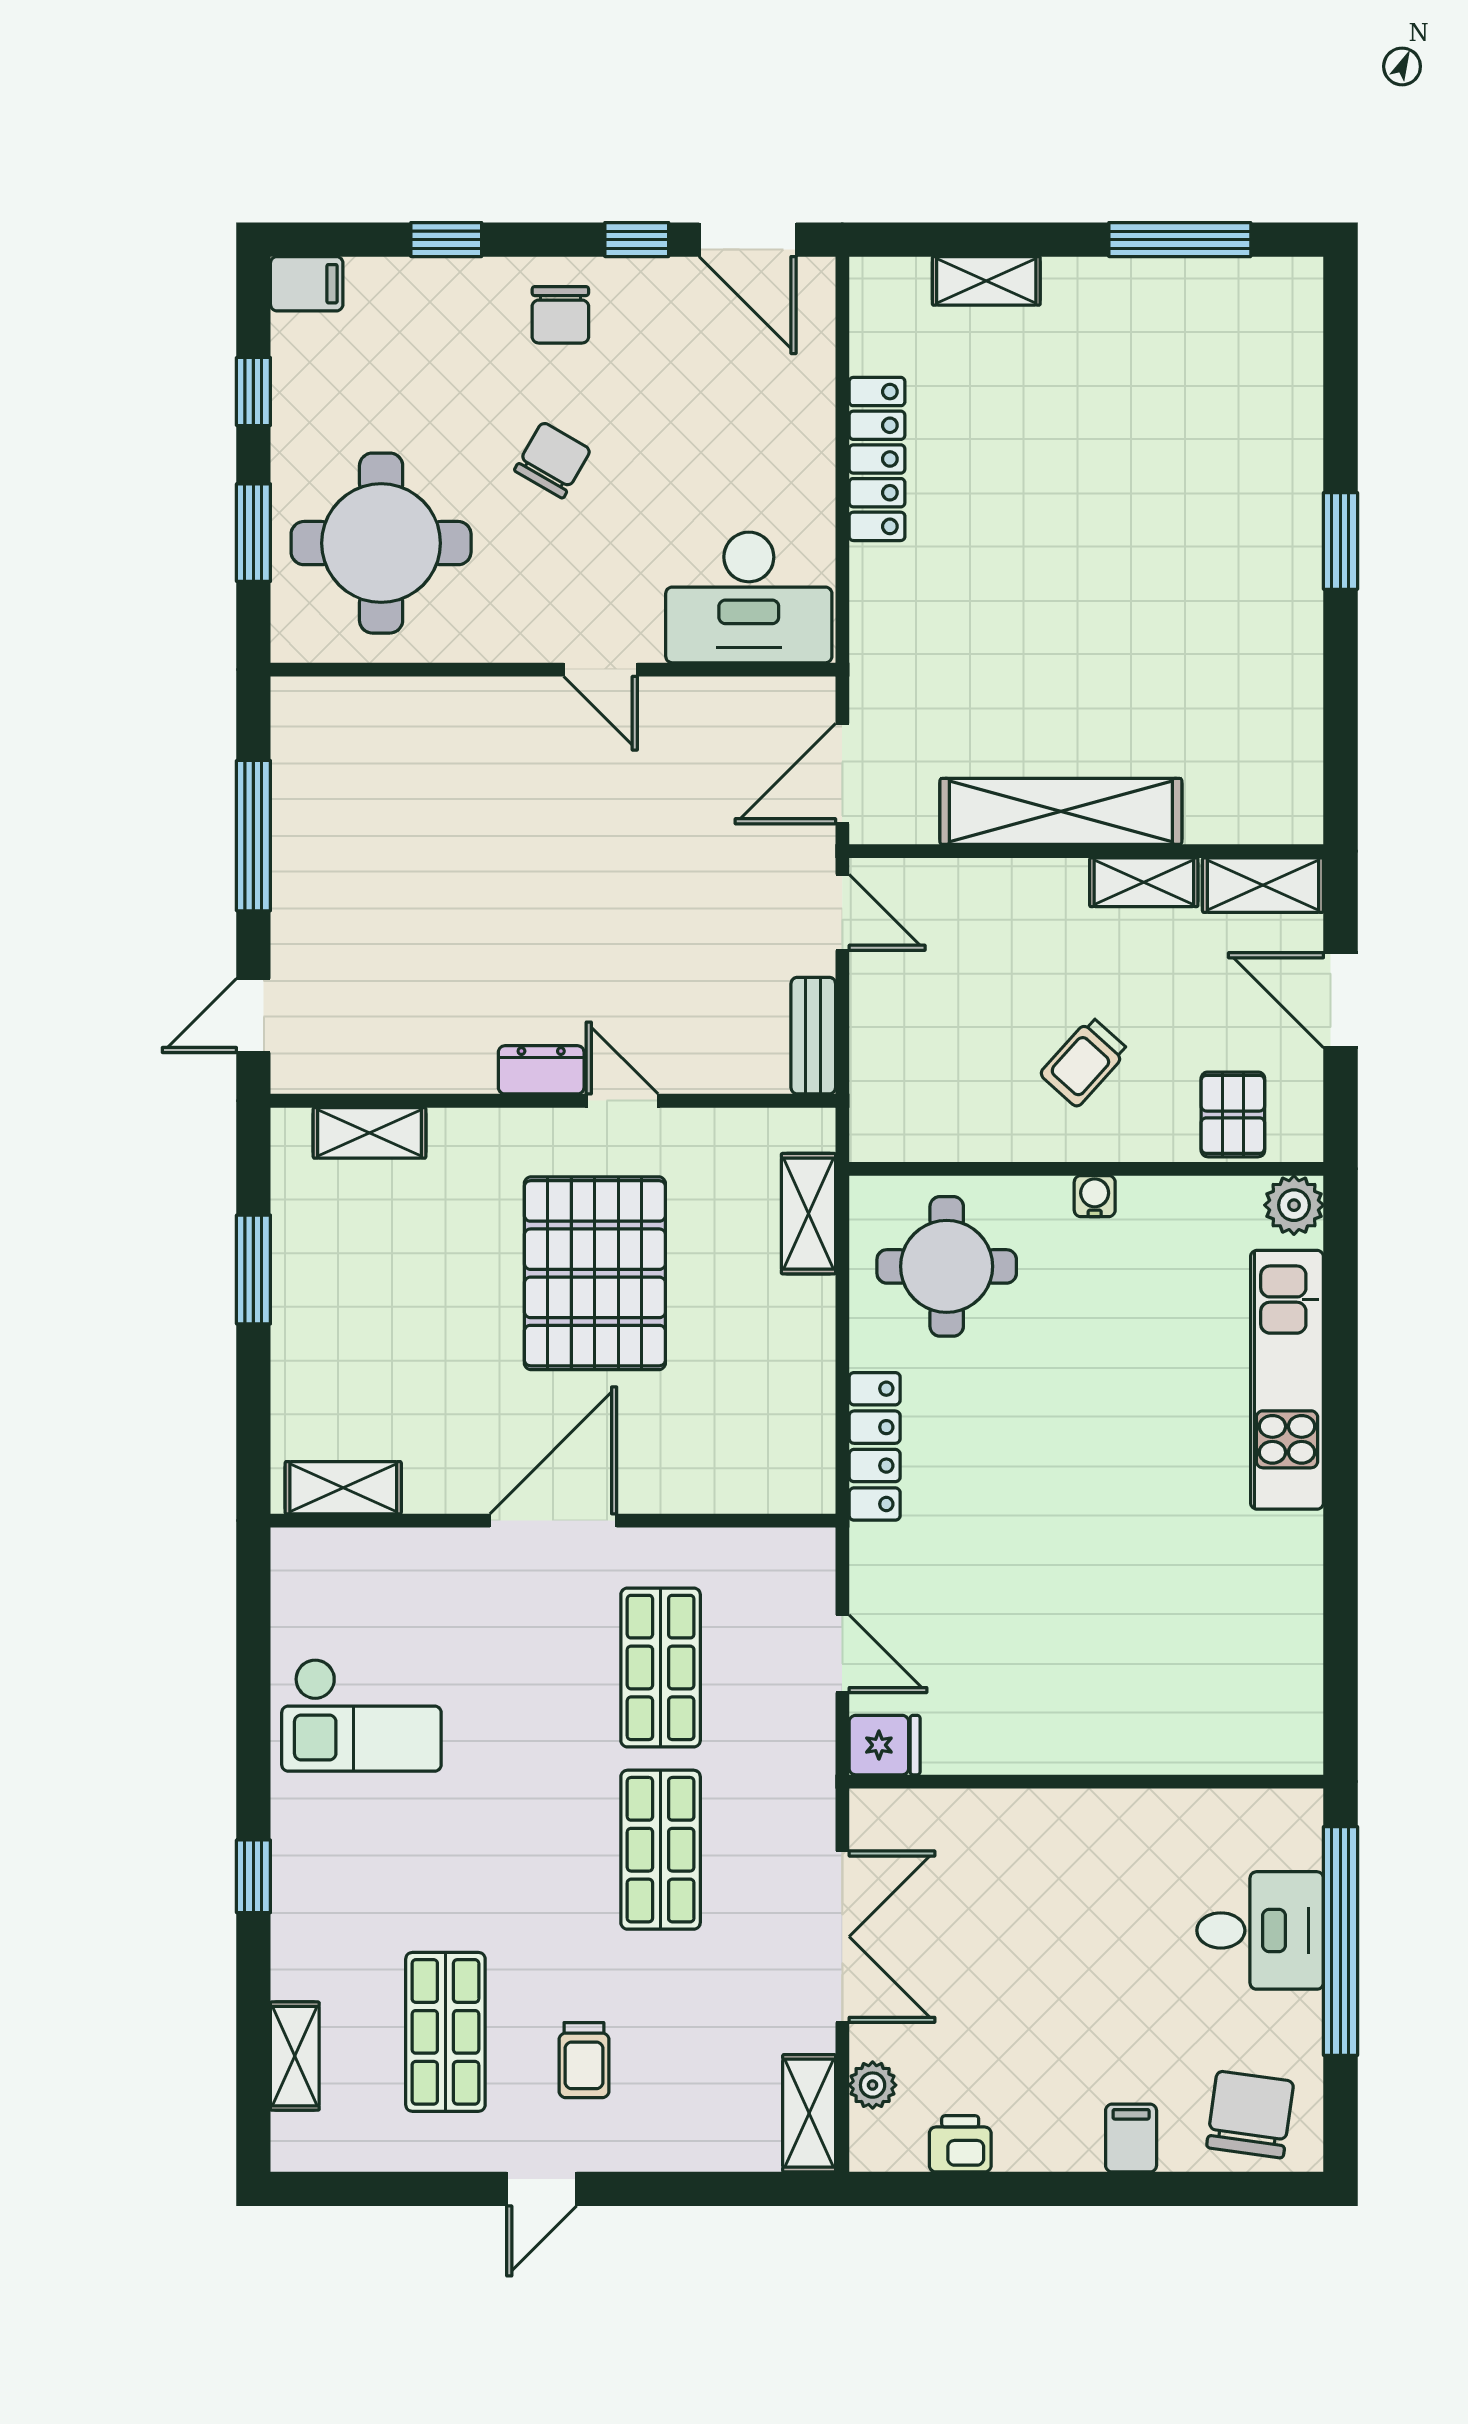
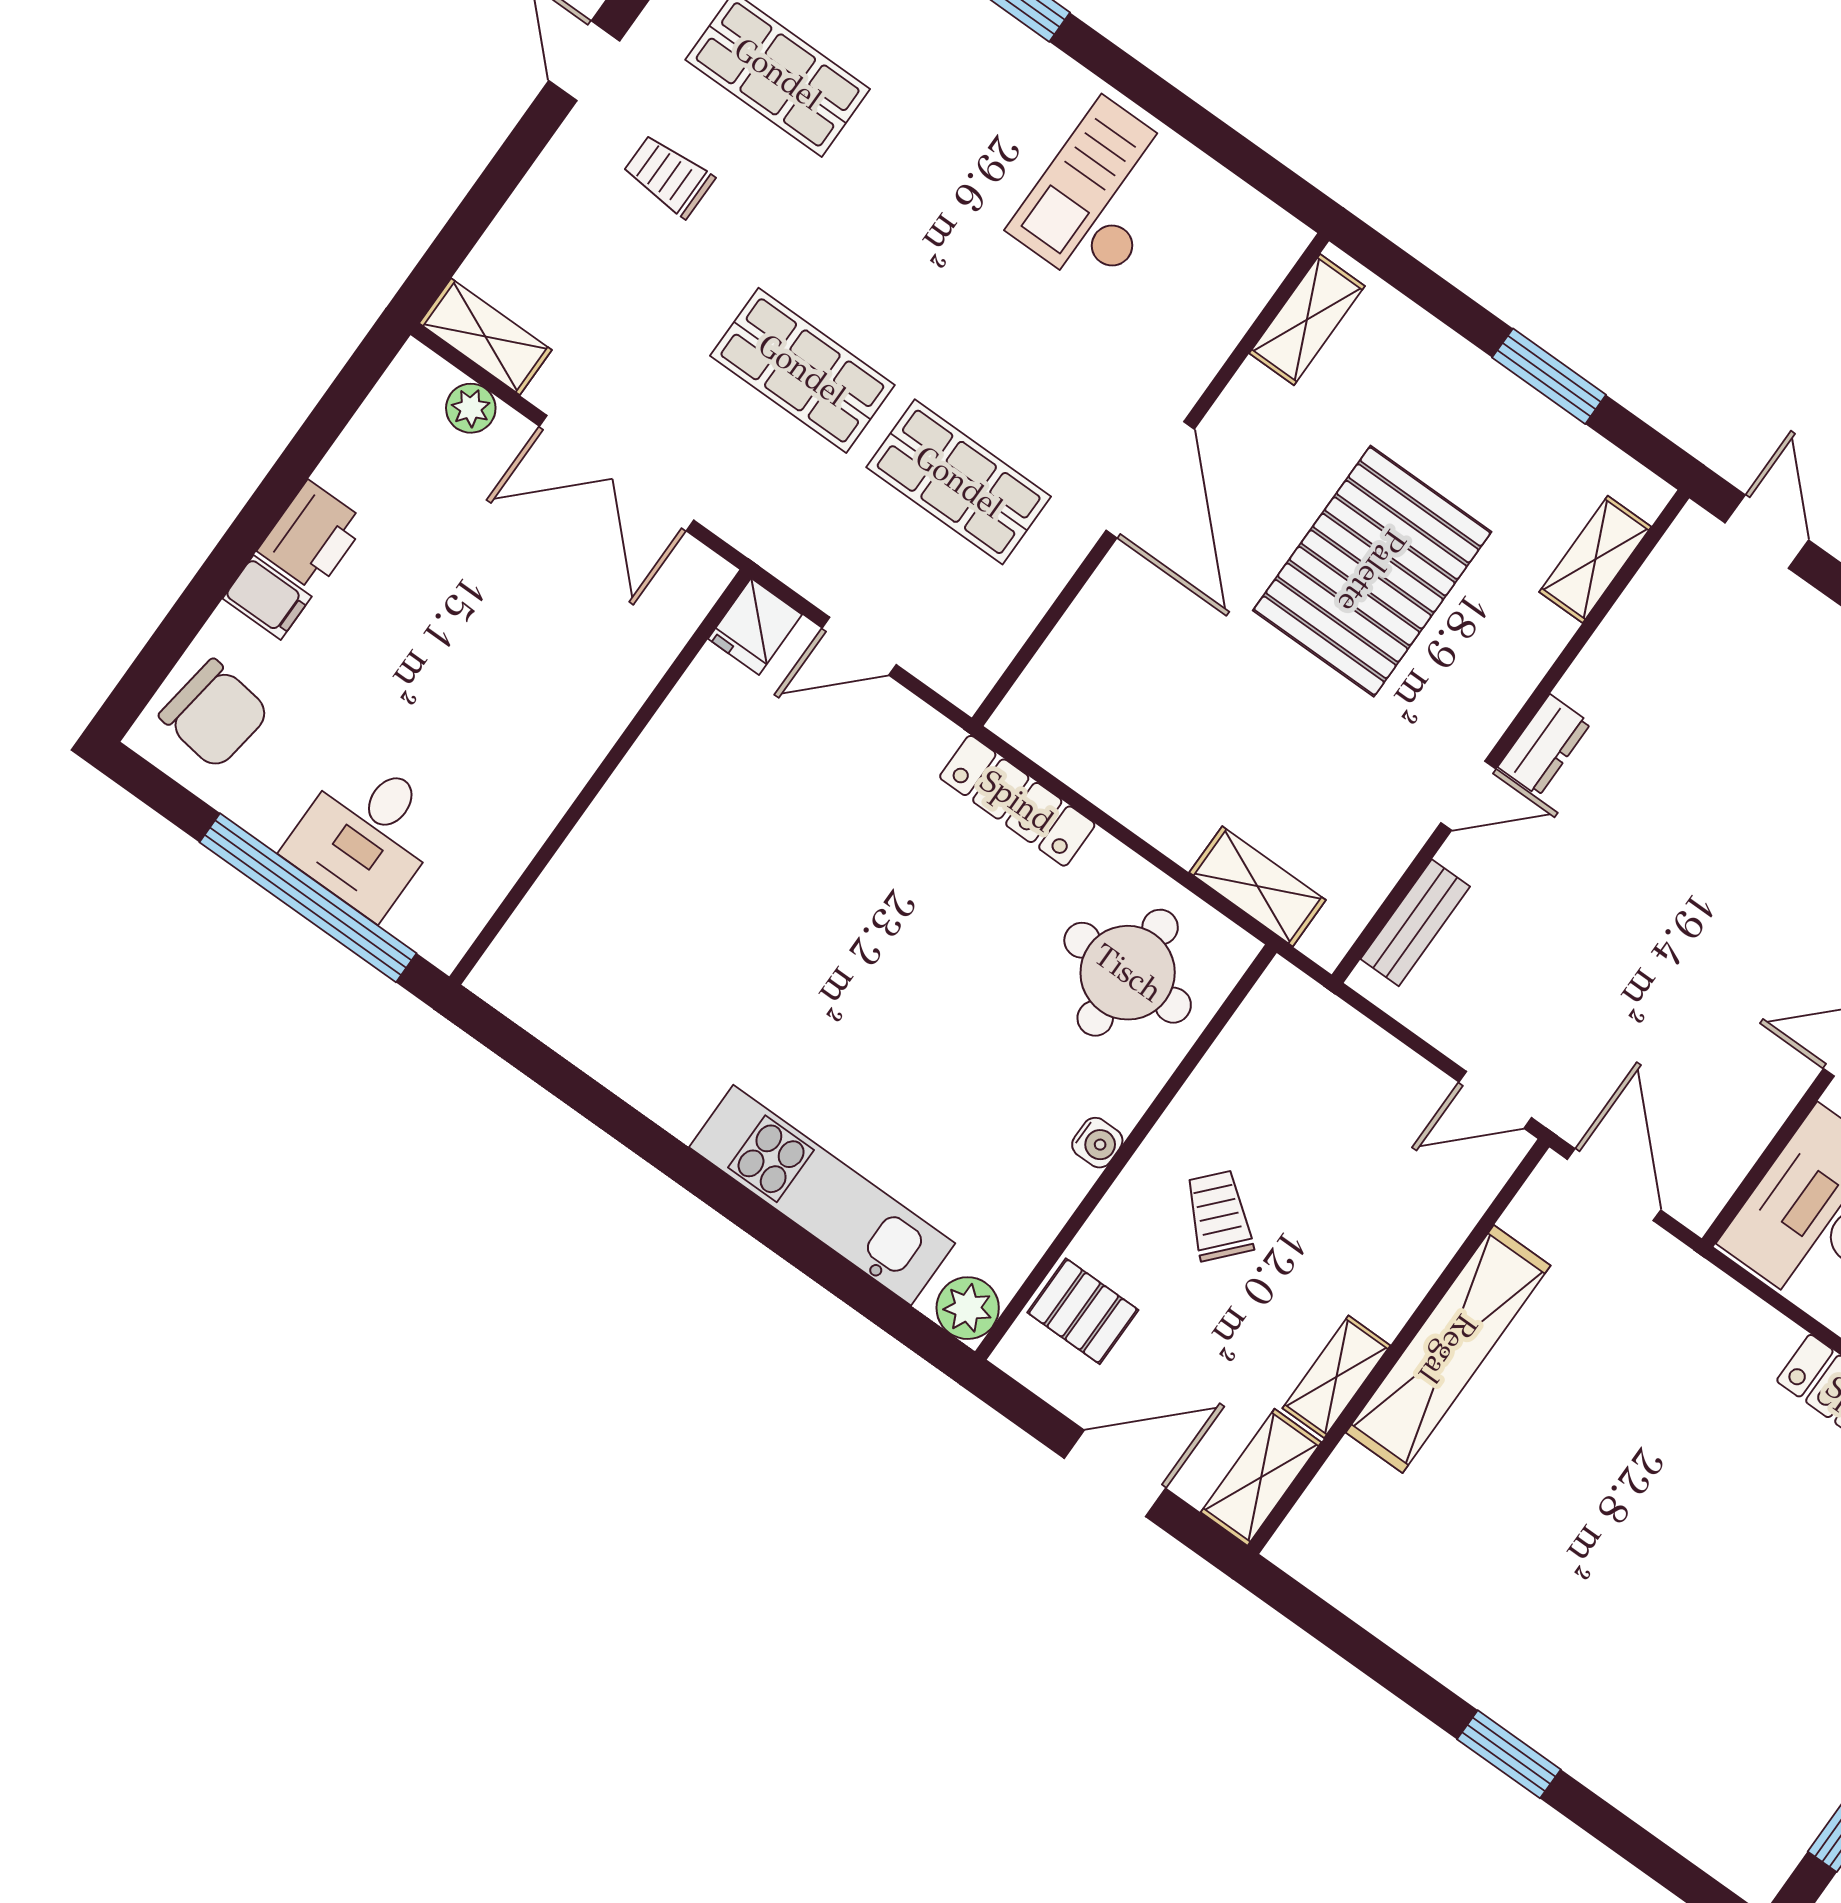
bench: (813, 1036) -> (1415, 923), moved, turned 90
pallet: (595, 1273) -> (1372, 571), moved, turned 90
printer: (960, 2144) -> (312, 536), moved, width x1.36, depth x1.24

